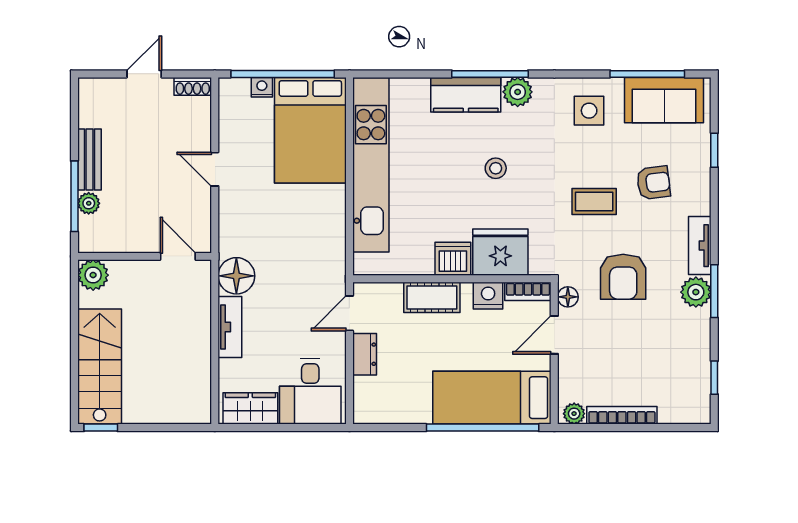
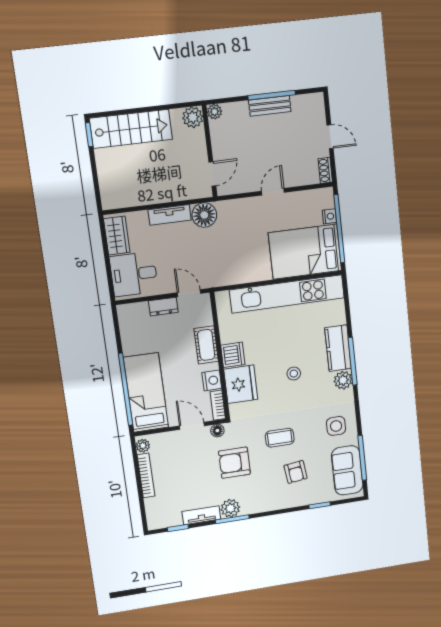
window: (74, 196) -> (272, 95), moved
coffee table: (594, 202) -> (280, 438), turned 90
plant: (89, 203) -> (214, 112), moved
tv unit: (700, 246) -> (201, 515), moved

